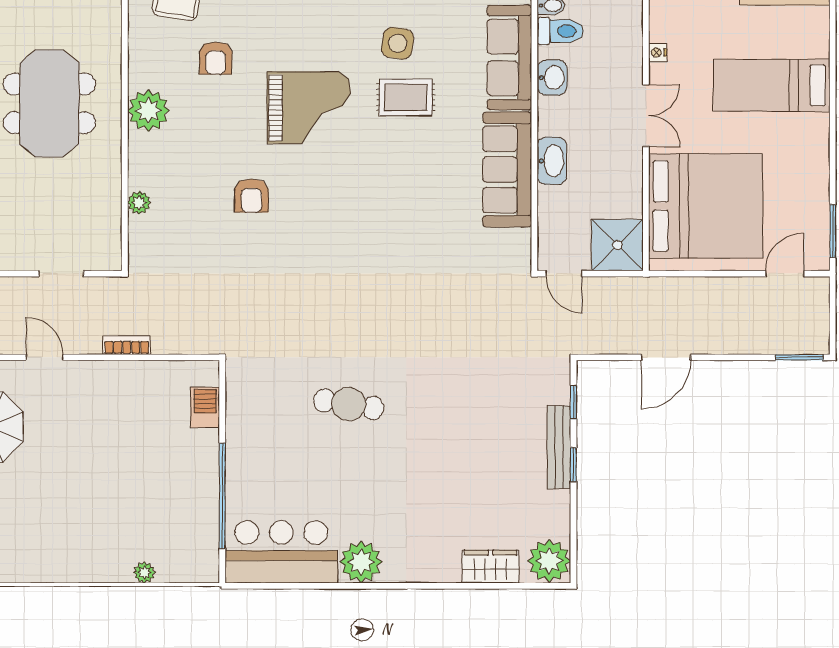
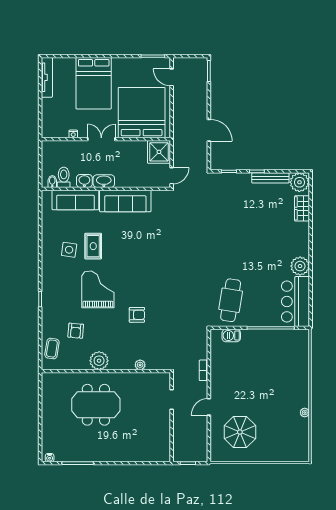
armchair: (216, 58) -> (76, 331), turned 95
bed: (772, 85) -> (94, 83), width x1.50
washbasin: (552, 161) -> (104, 181), moved
cafe table: (349, 404) -> (231, 300), moved, width x1.37, depth x1.35
bench: (559, 447) -> (270, 178), moved
plant: (144, 573) -> (305, 413), moved

